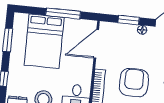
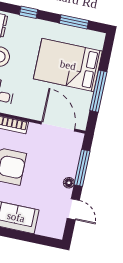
window: (129, 20) -> (82, 168), width x1.44

